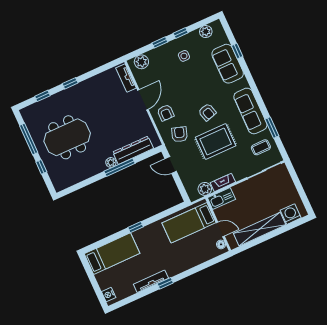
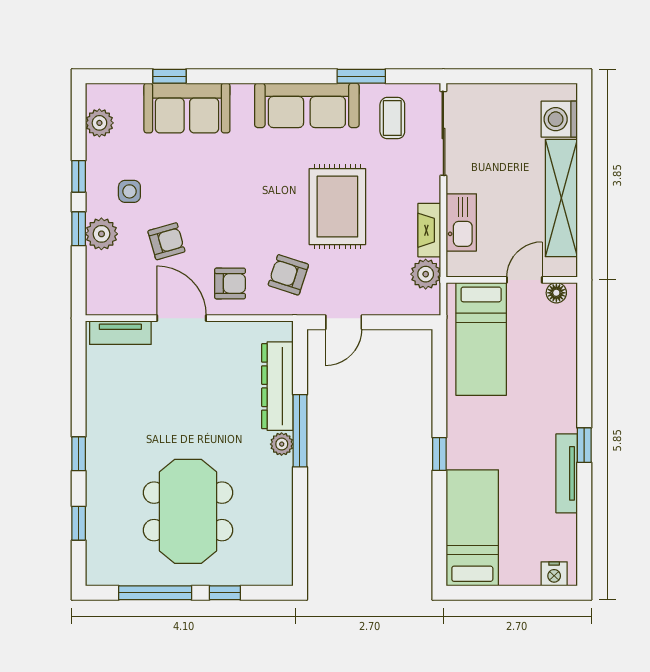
plant: (141, 62) -> (101, 234), moved
armchair: (207, 112) -> (166, 241), moved
kitchen sink: (221, 198) -> (461, 222), moved

